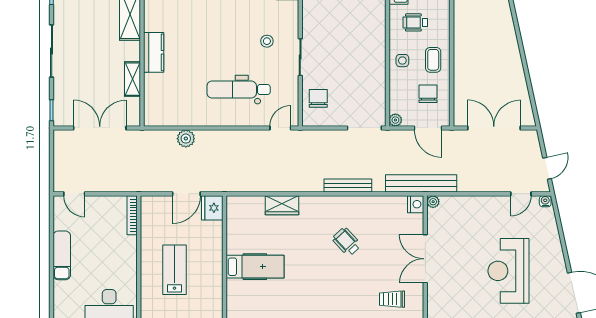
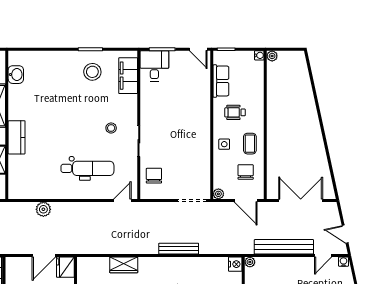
dental chair: (239, 90) -> (87, 168), turned 180
door: (547, 168) -> (345, 234), swing flipped
bench: (421, 183) -> (284, 247), moved

